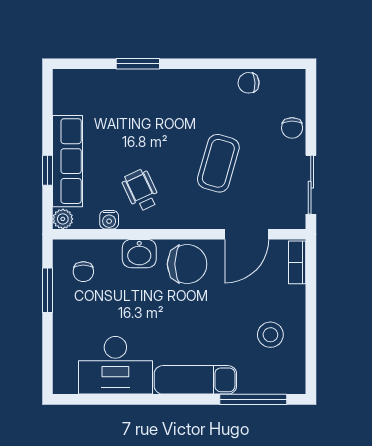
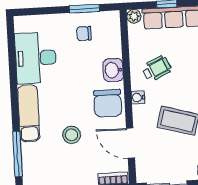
water cooler: (109, 220) -> (138, 97), moved
chair: (83, 272) -> (84, 34), moved
stool: (270, 335) -> (71, 135), moved

